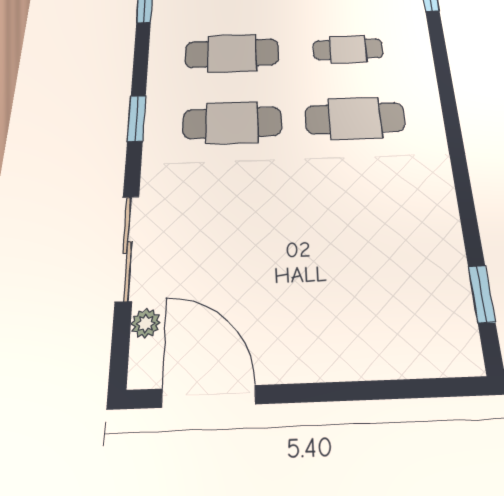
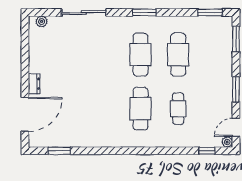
plant: (146, 323) -> (42, 22), moved
dresser: (312, 367) -> (34, 84), added
door: (209, 396) -> (25, 114), moved

